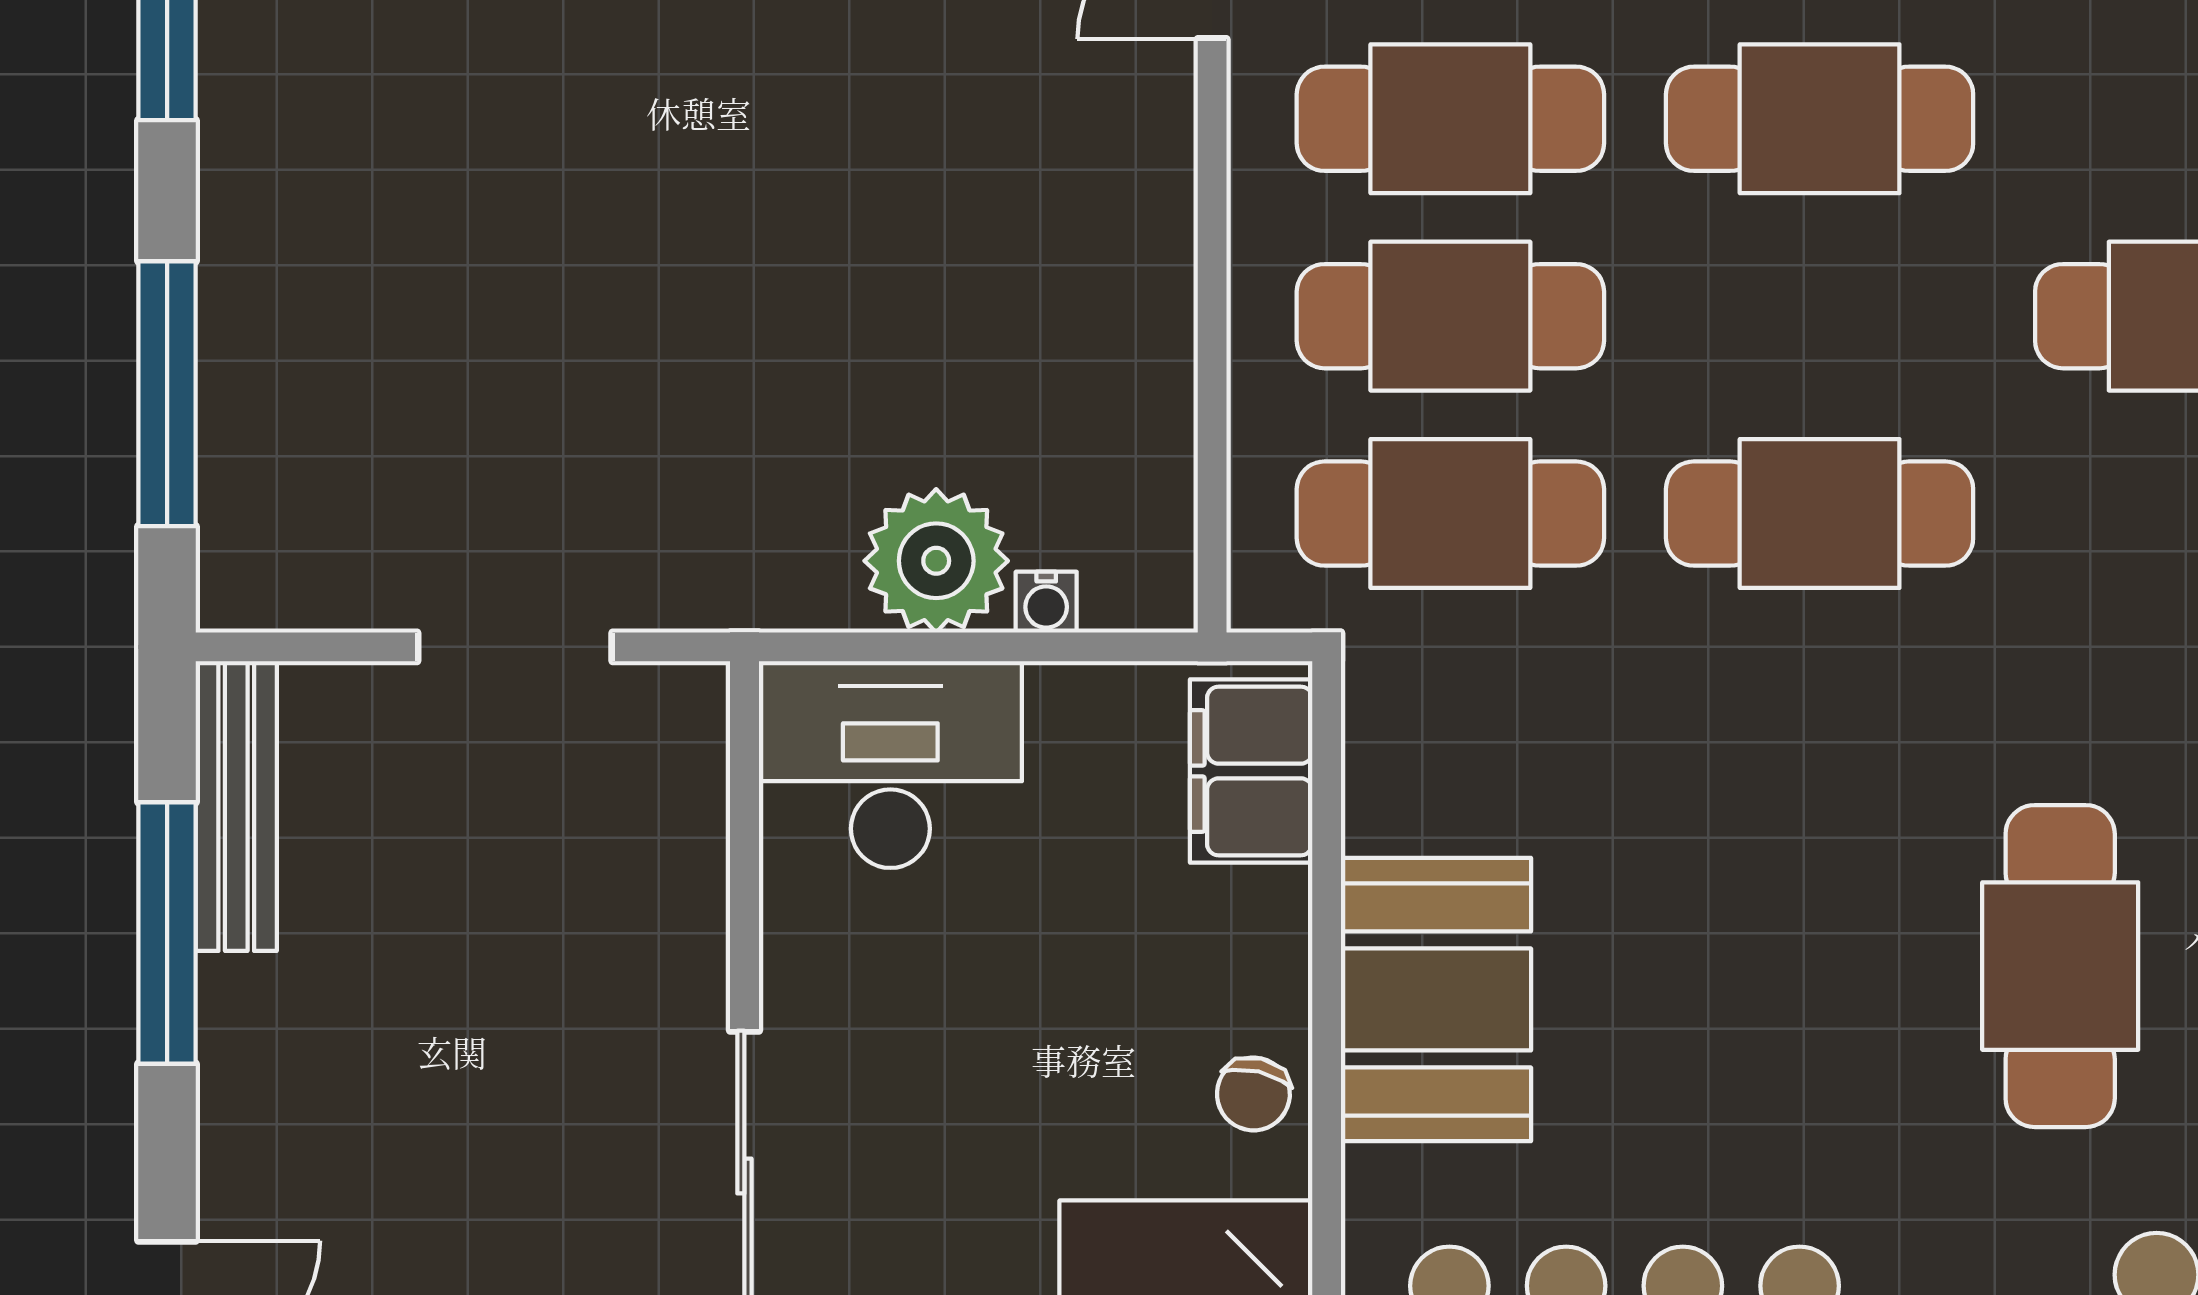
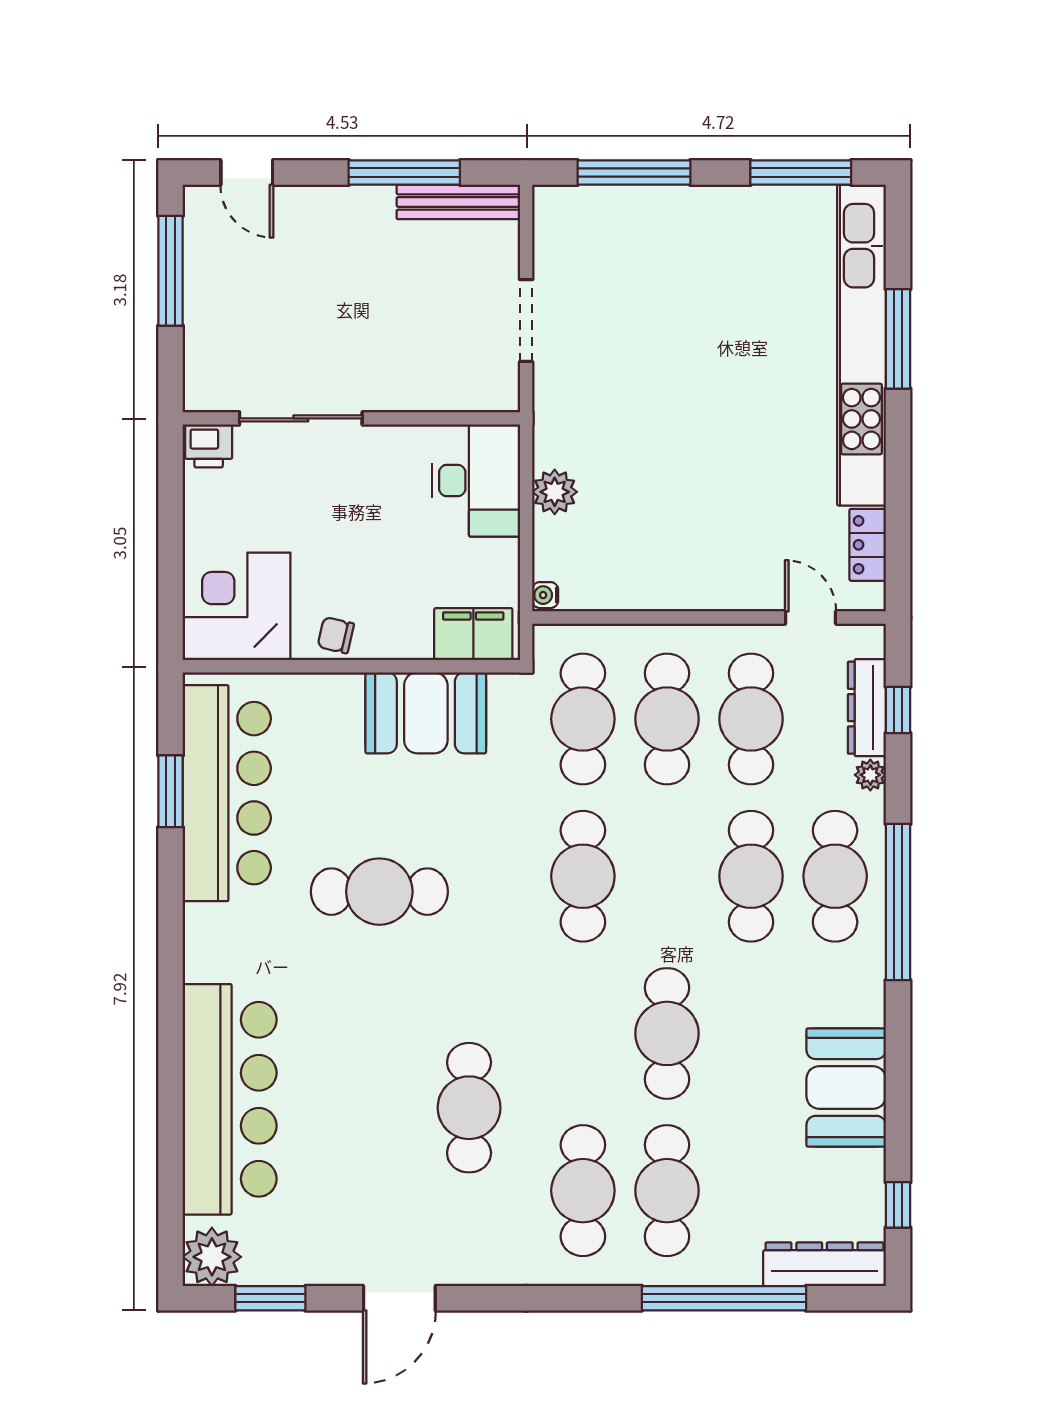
plant: (936, 561) -> (555, 492), width x0.73, depth x0.73
water cooler: (1046, 602) -> (545, 595), moved
cafe table: (2060, 966) -> (379, 892), moved
booth: (1436, 999) -> (426, 713), moved

